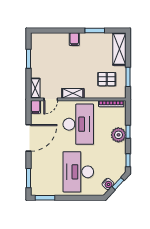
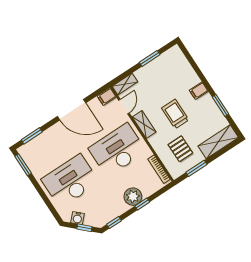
trolley: (80, 67) -> (175, 114), added
door: (51, 99) -> (124, 107), swing flipped
desk: (78, 124) -> (117, 150), turned 180

